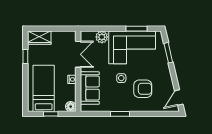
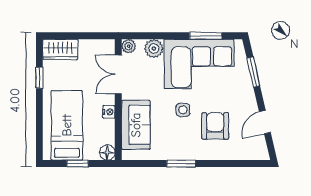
plant: (85, 35) -> (129, 46), added
double door: (78, 54) -> (118, 74), swing flipped
armchair: (143, 89) -> (215, 126), turned -90
door: (179, 97) -> (265, 122), moved

